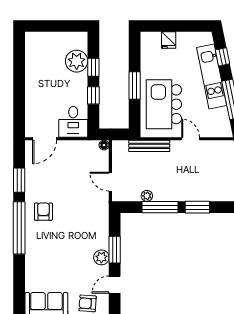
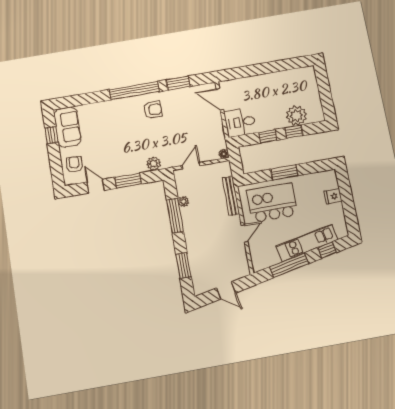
window: (197, 207) -> (184, 266), moved
plant: (101, 257) -> (154, 164), moved

